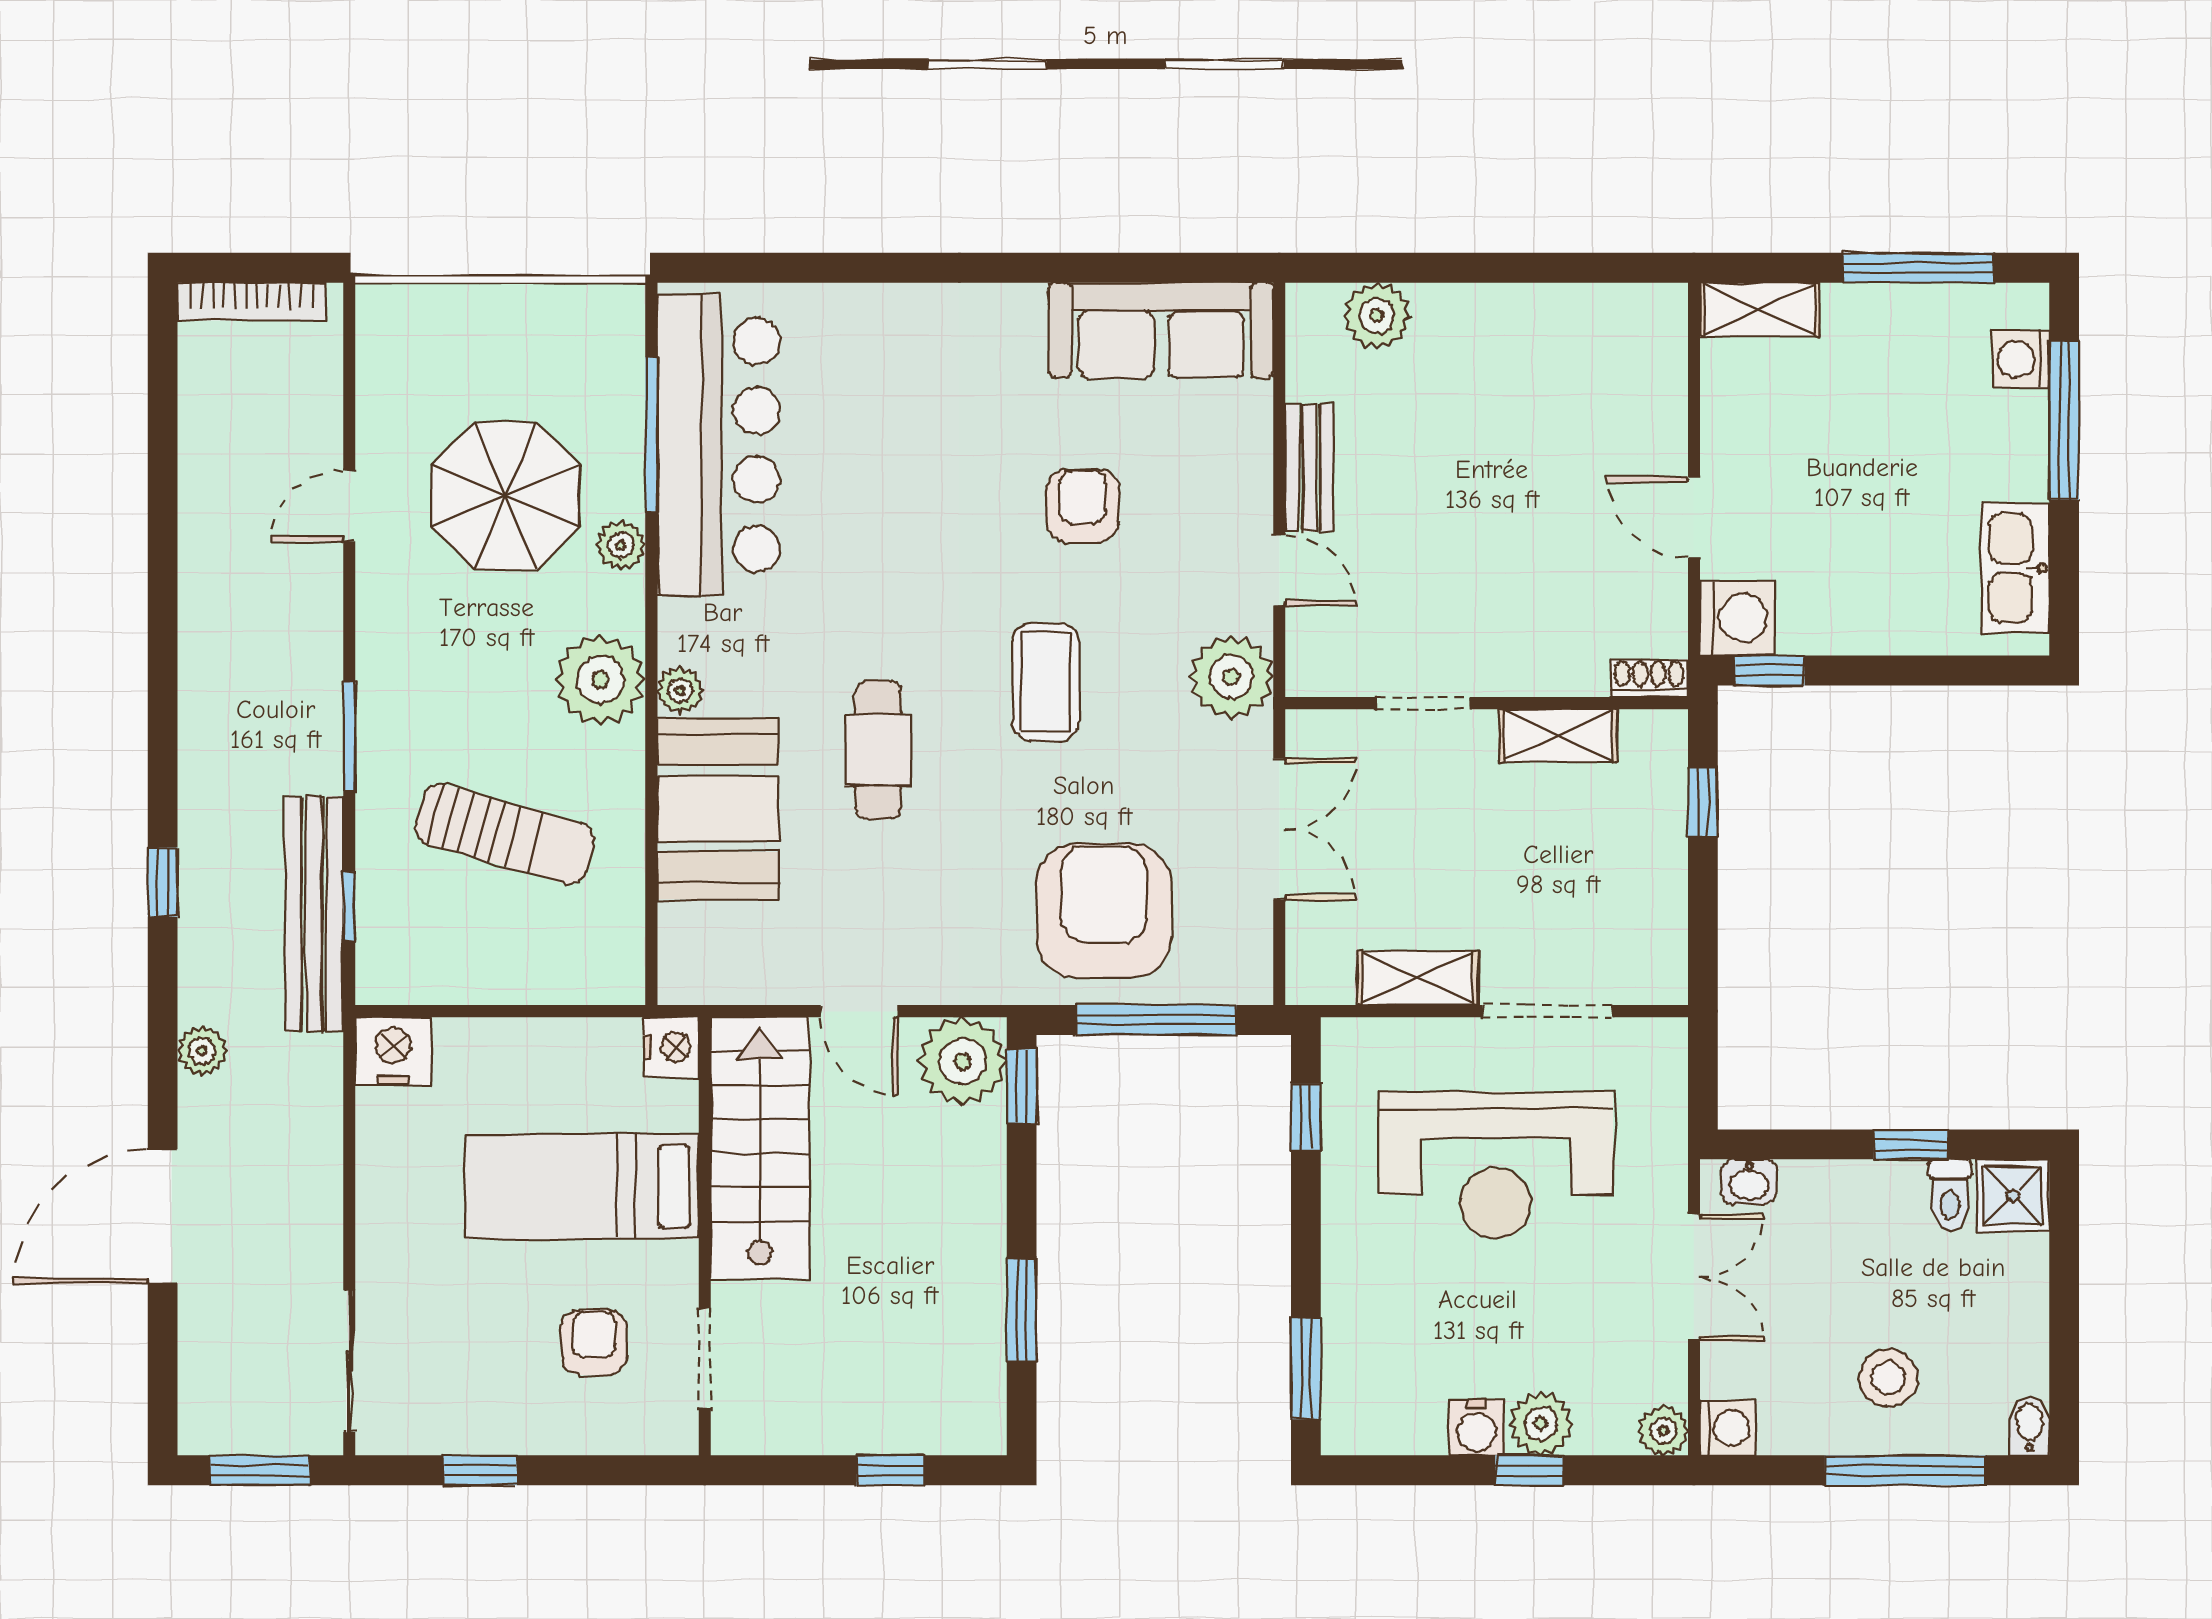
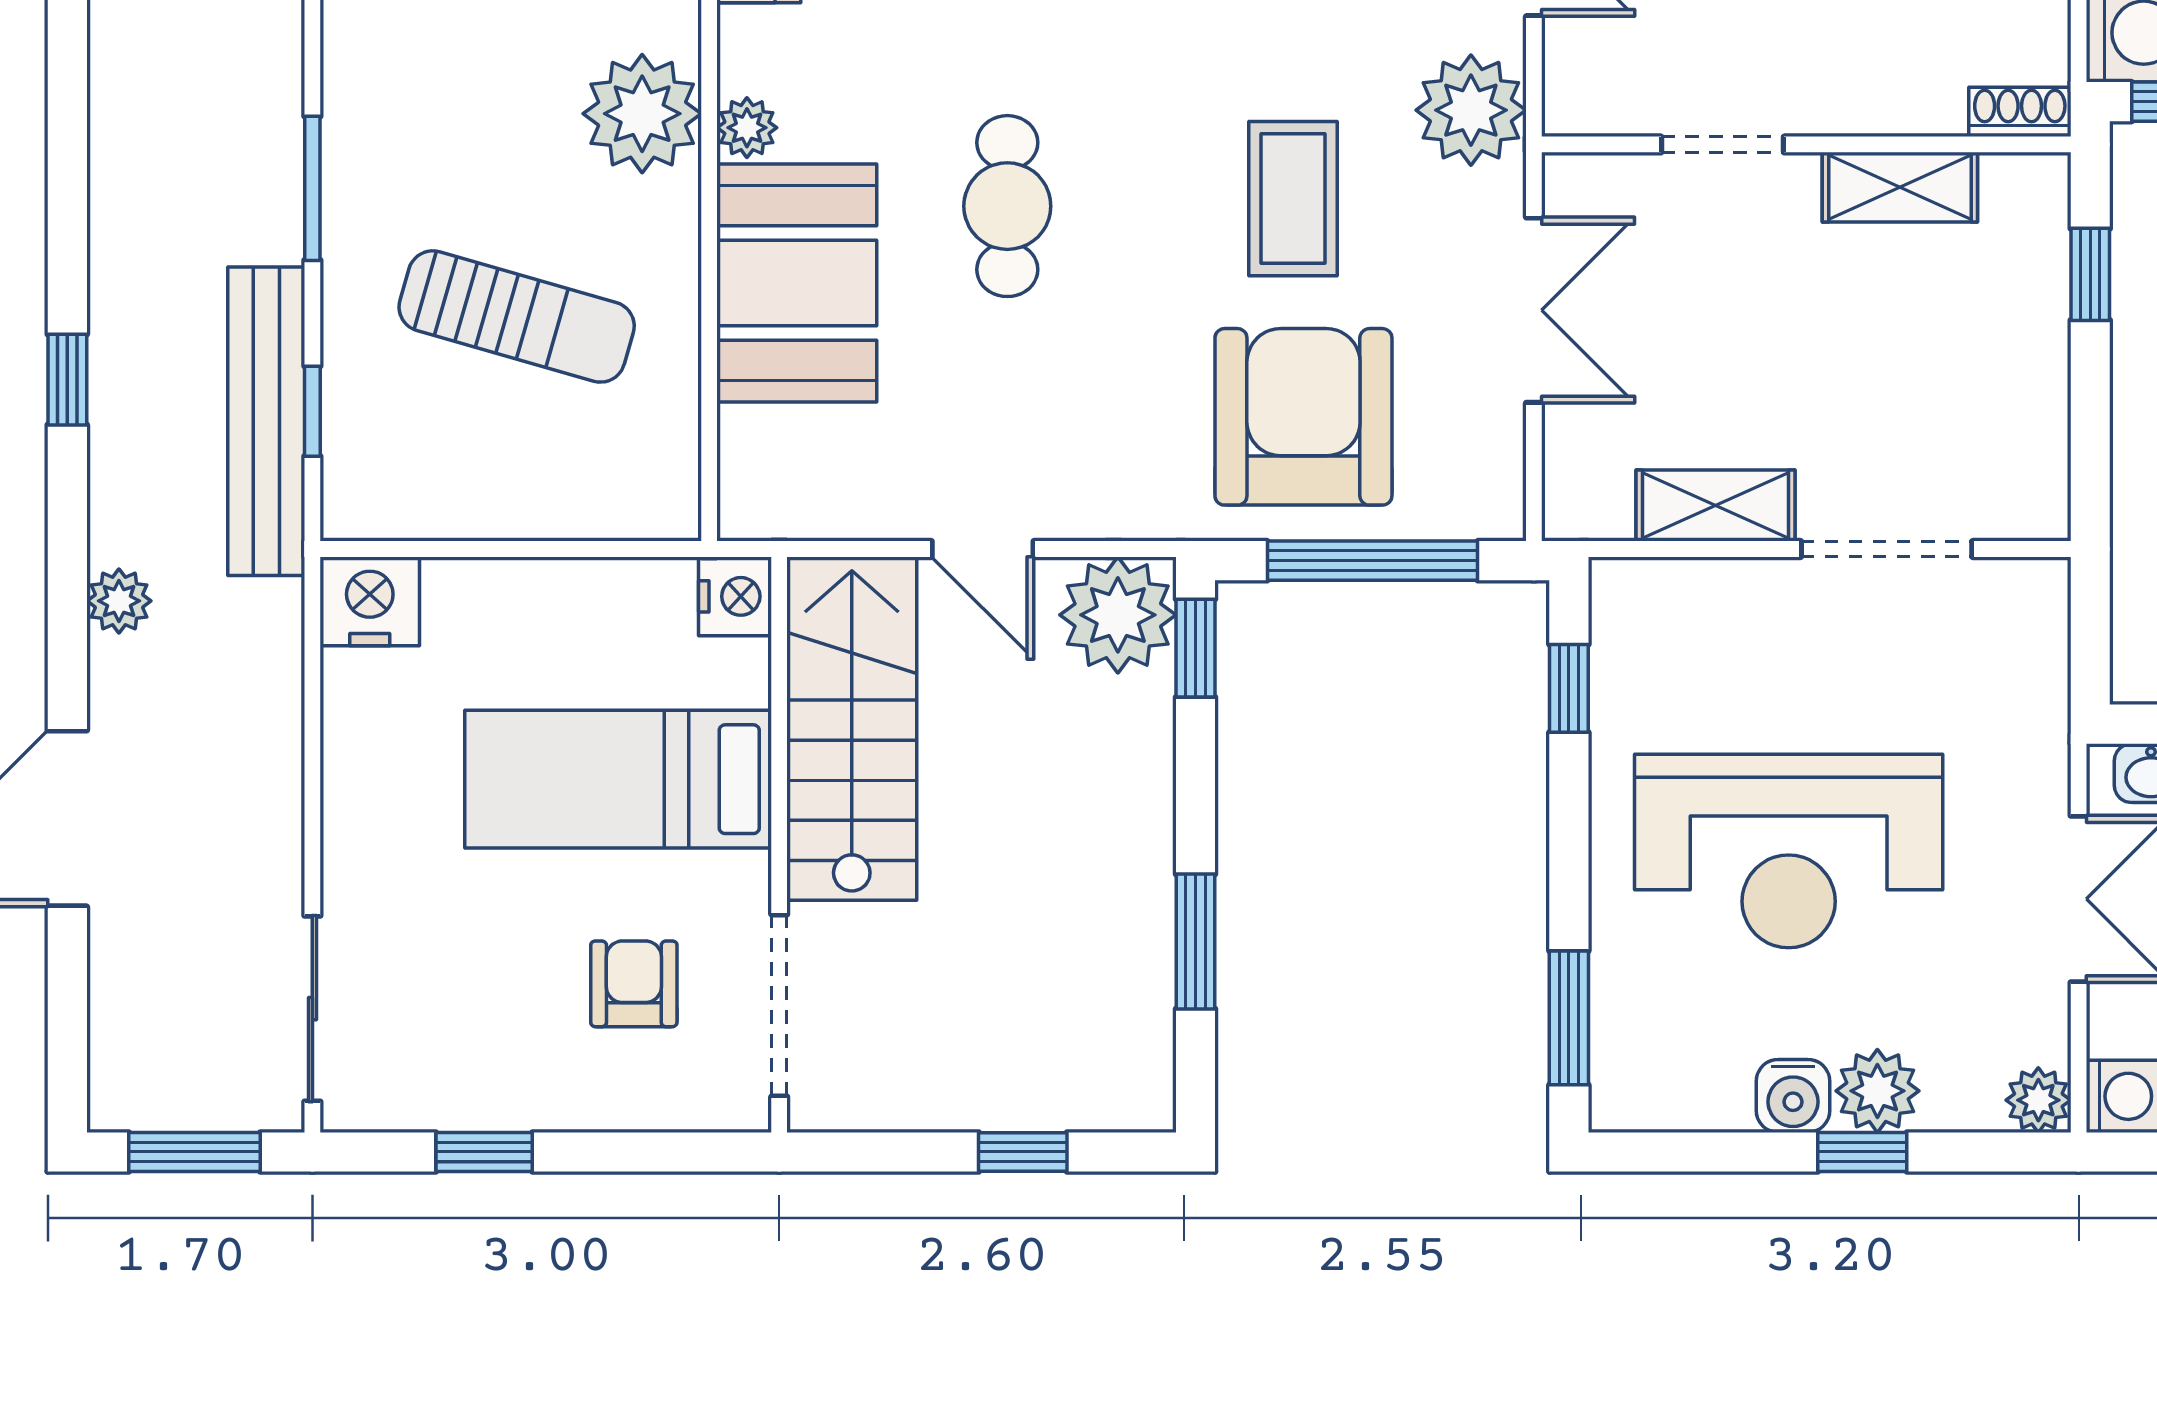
coffee table: (1046, 682) -> (1293, 199), moved
reception desk: (1496, 1165) -> (1789, 851), moved
doorway: (705, 1359) -> (779, 1005), width x1.38

